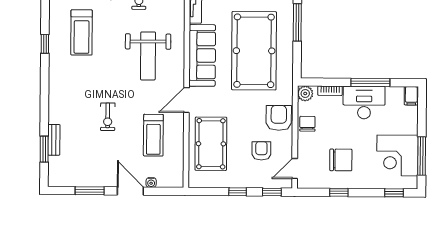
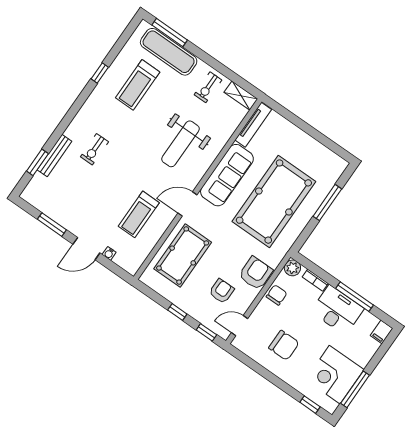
exercise bike: (108, 117) -> (94, 149), moved
bench: (54, 140) -> (54, 155), width x1.36
door: (130, 191) -> (86, 249), swing flipped
window: (339, 192) -> (263, 372), removed

